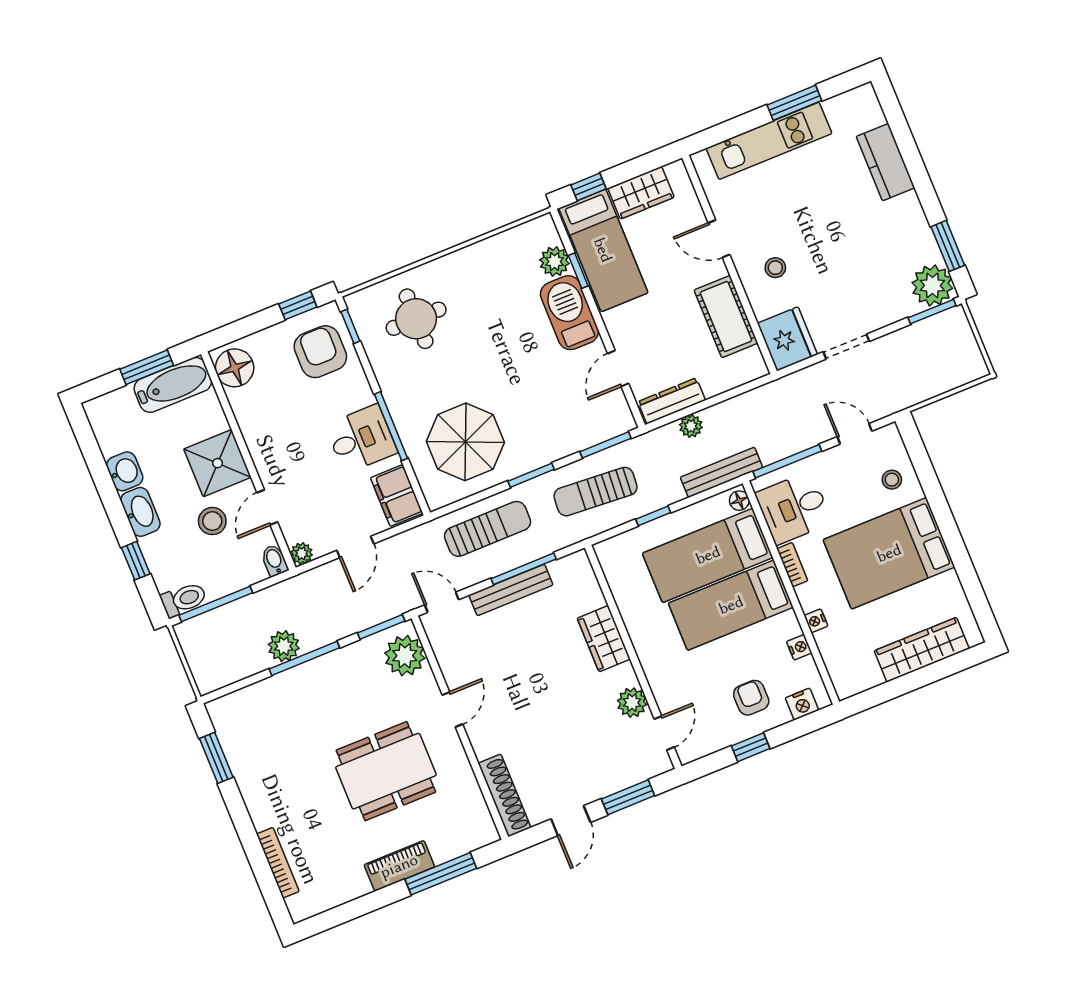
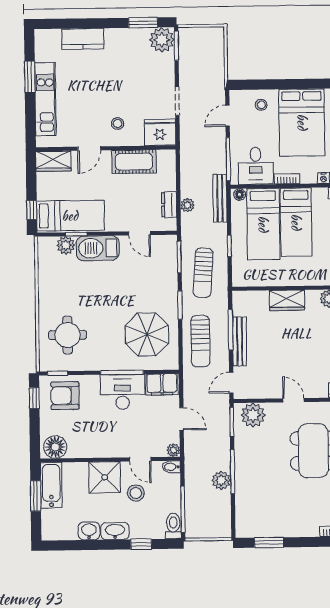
wardrobe: (641, 193) -> (53, 161), moved, turned 90
dresser: (672, 401) -> (169, 205), width x0.70
desk: (361, 439) -> (122, 392), width x1.37
sun lounger: (488, 529) -> (200, 341), turned 180

